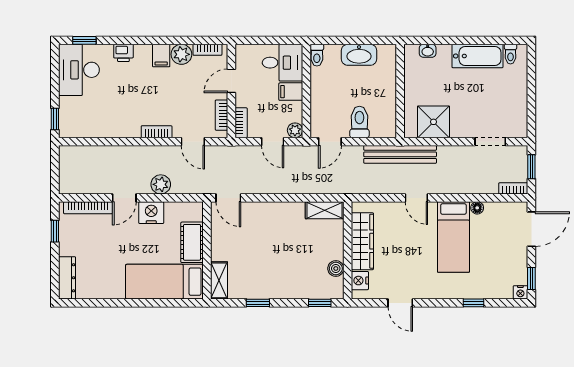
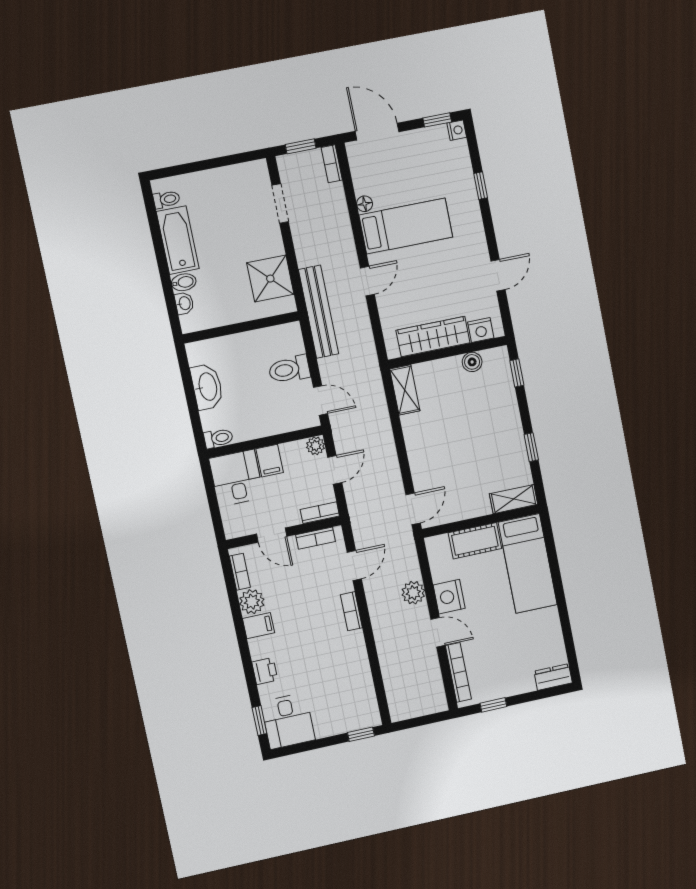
bidet: (444, 54) -> (184, 282), added
desk: (79, 70) -> (288, 721), width x0.73
dresser: (67, 278) -> (553, 677), width x0.70

